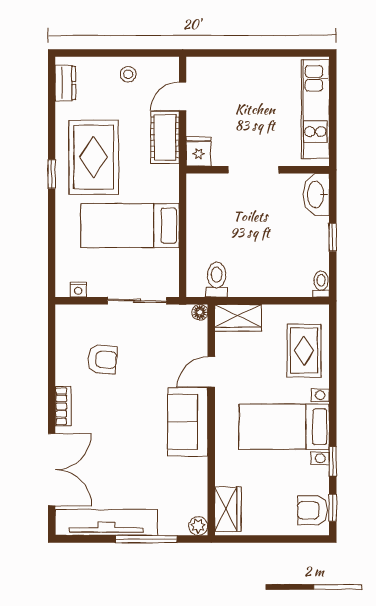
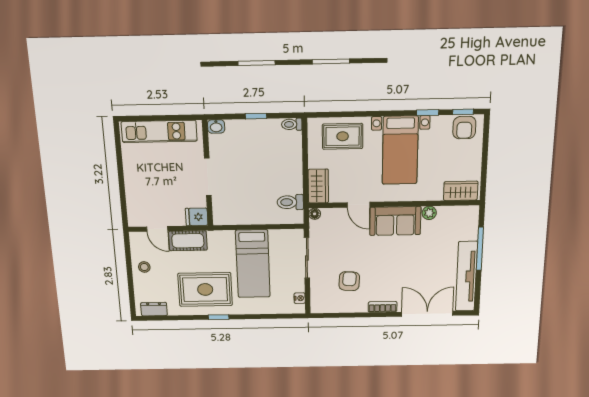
washbasin: (316, 194) -> (216, 126), width x0.52, depth x0.69
plant: (198, 526) -> (429, 213), moved

